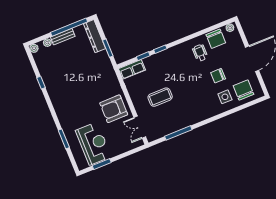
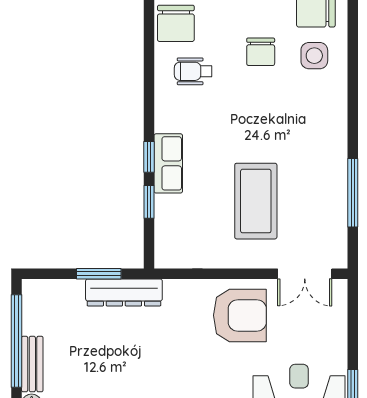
dresser: (94, 36) -> (124, 292), moved
chair: (216, 39) -> (176, 23), turned 90
row of seats: (132, 69) -> (168, 163), moved
coffee table: (160, 97) -> (256, 201), width x1.36, depth x1.32
armchair: (114, 109) -> (240, 315), turned -90

